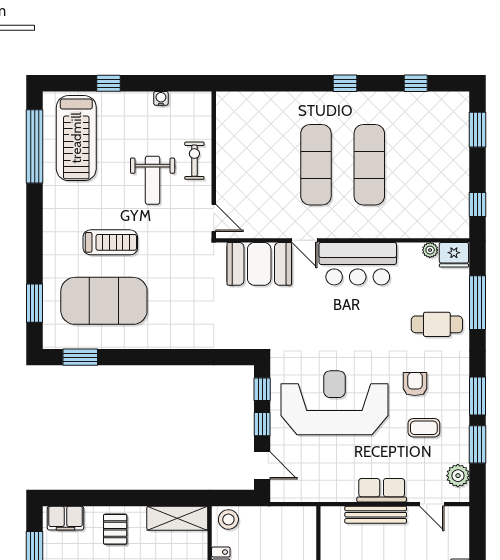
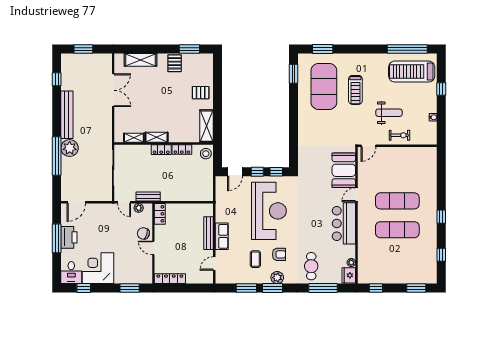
weight bench: (153, 180) -> (389, 113), turned 180
plant: (458, 476) -> (277, 278), moved
filing cabinet: (66, 518) -> (207, 66), removed

